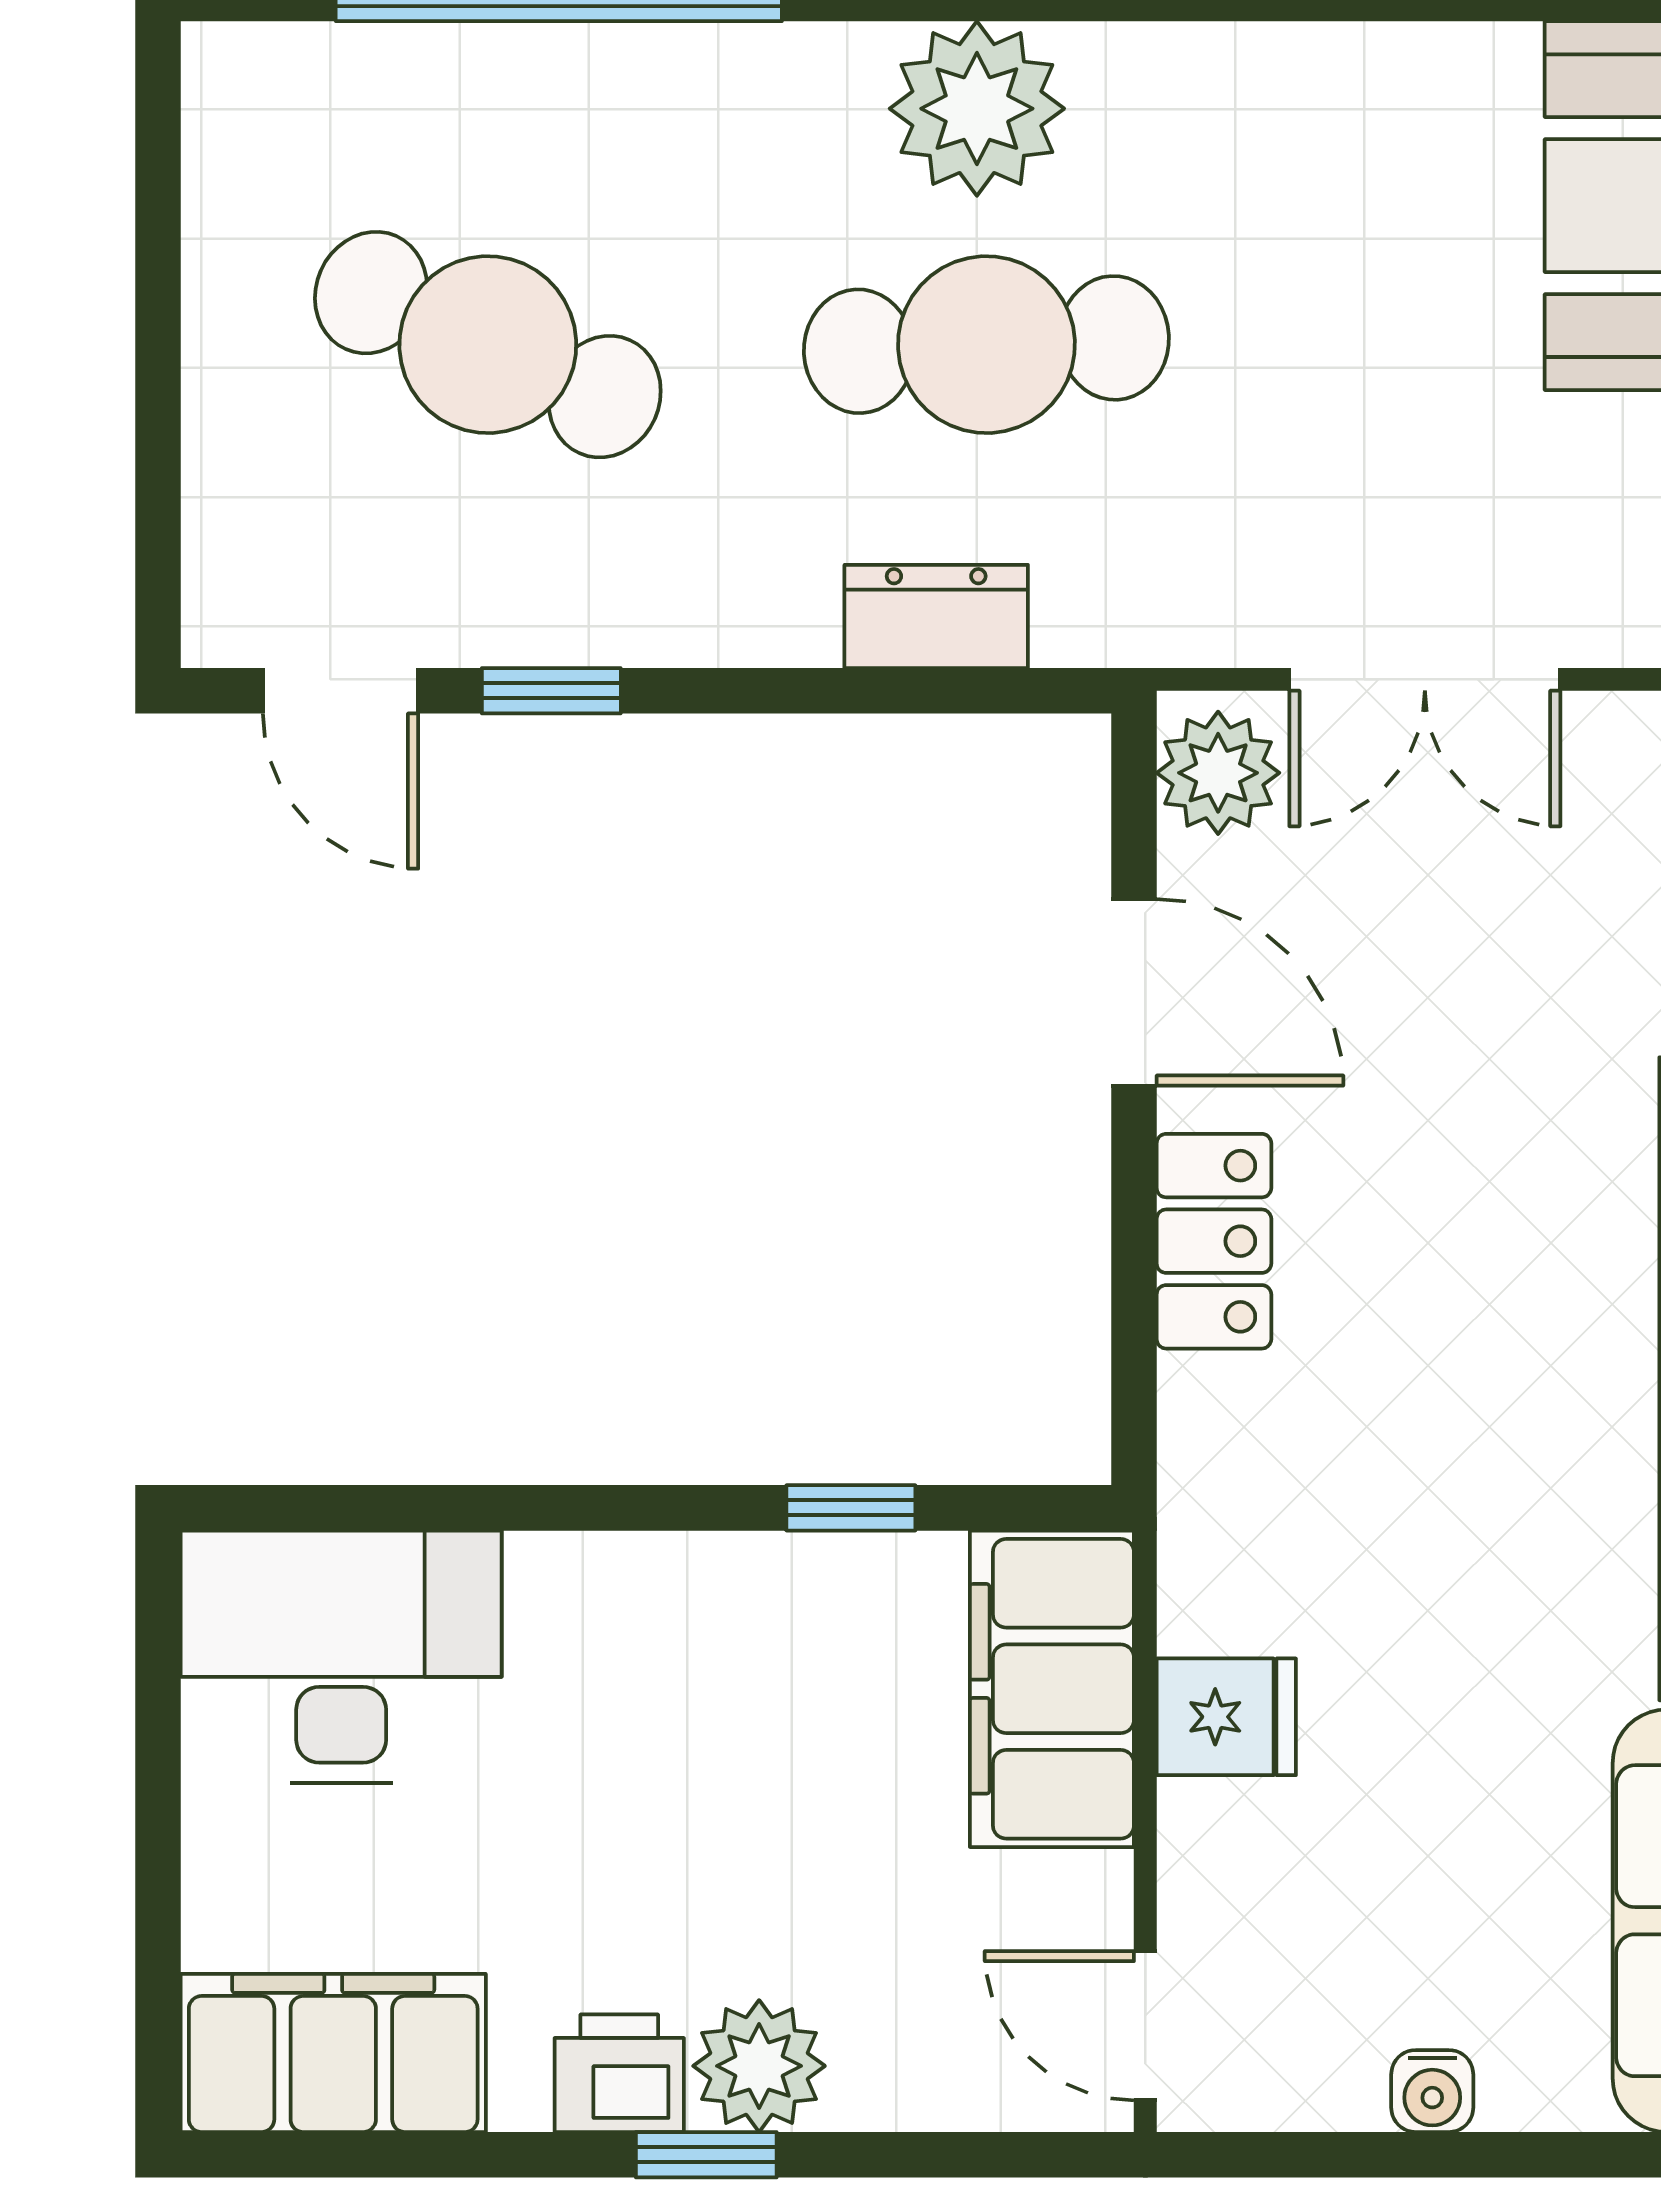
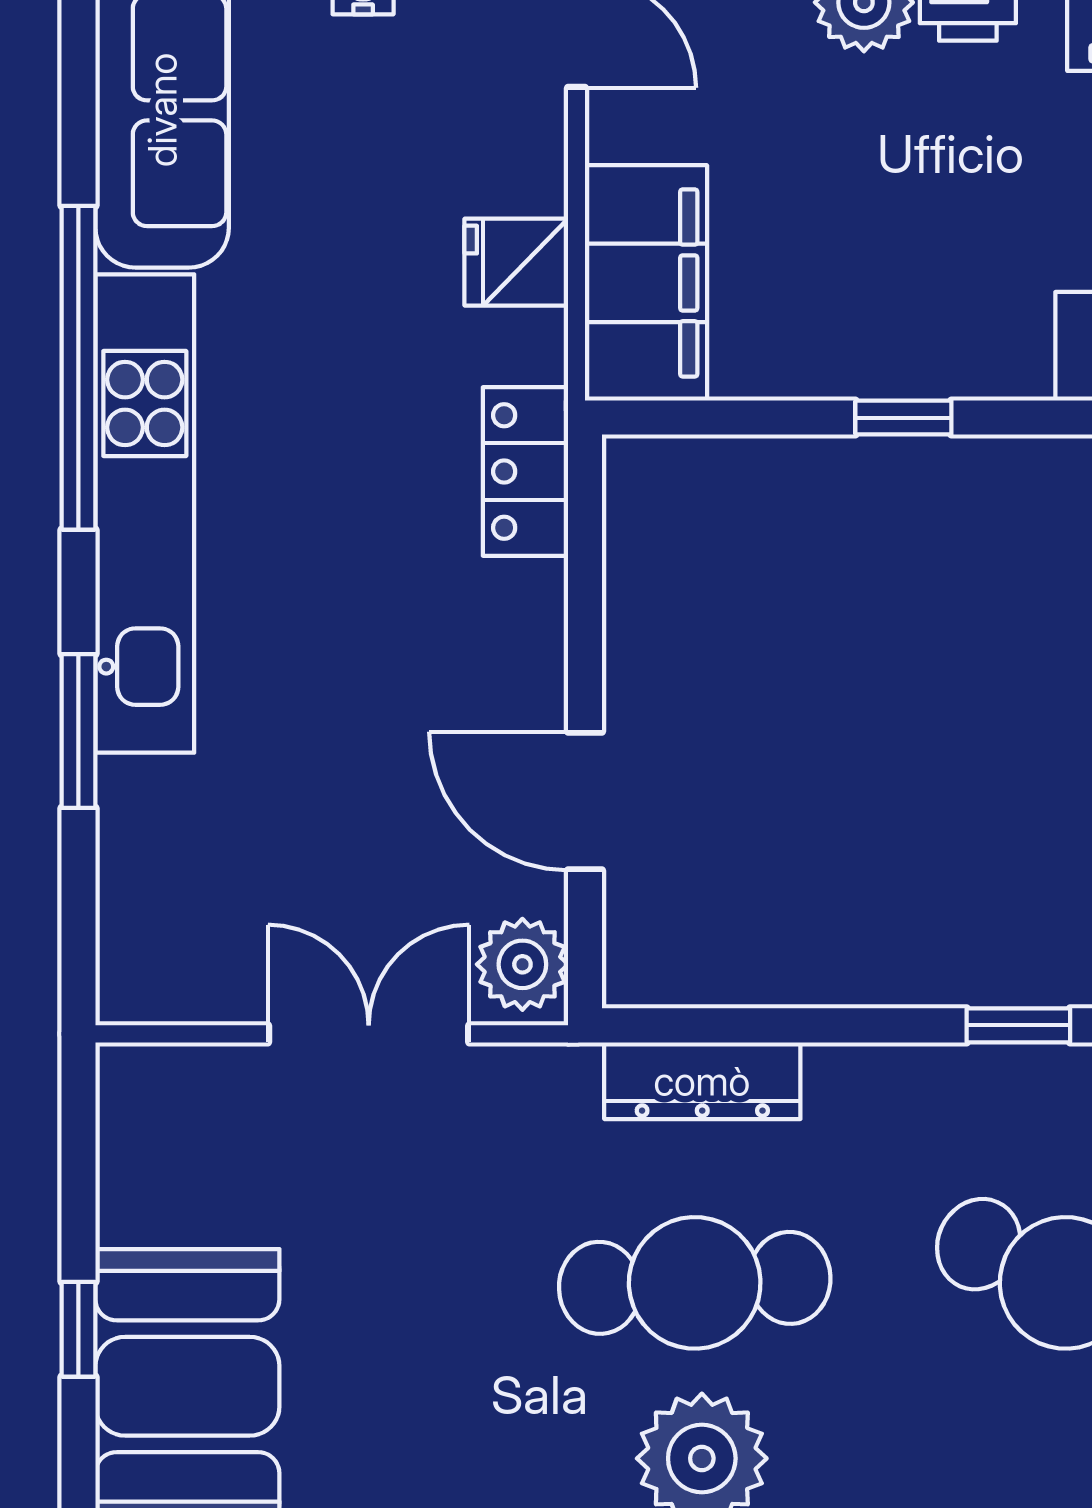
dresser: (936, 616) -> (702, 1081), width x1.44
locker: (1214, 1241) -> (525, 471), moved
window: (851, 1508) -> (903, 418), moved

